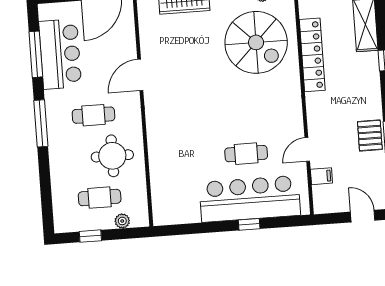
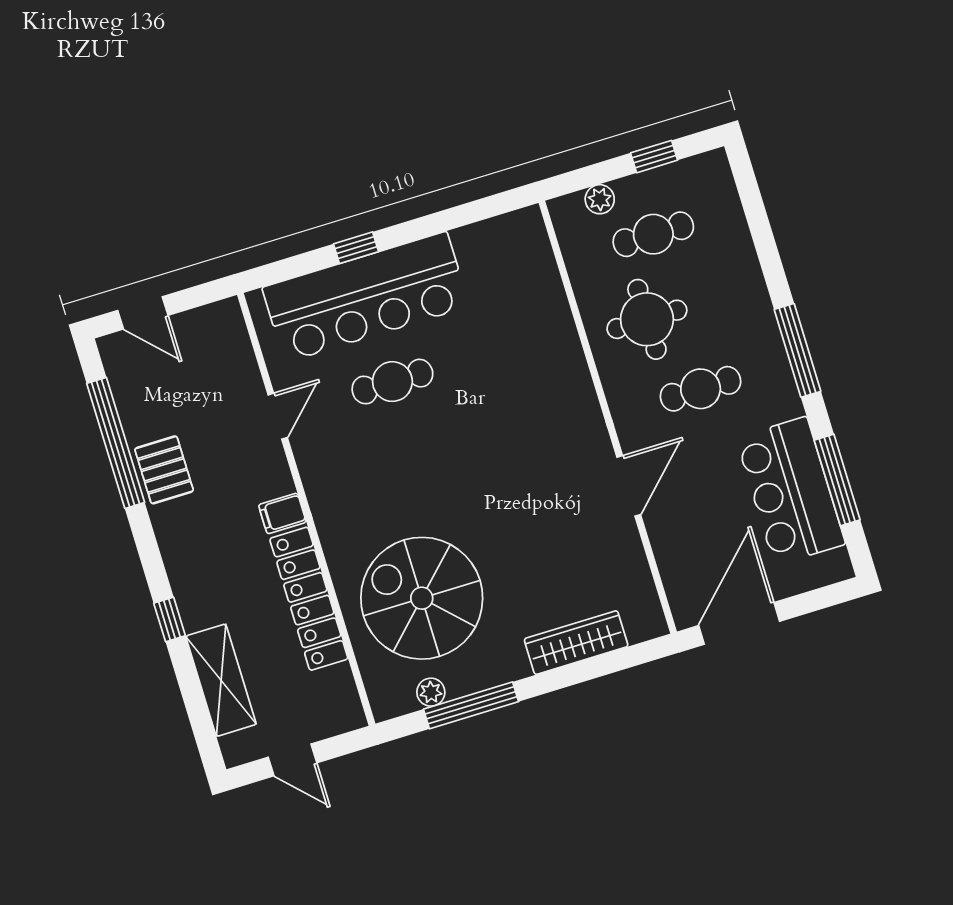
filing cabinet: (321, 176) -> (282, 513), moved

